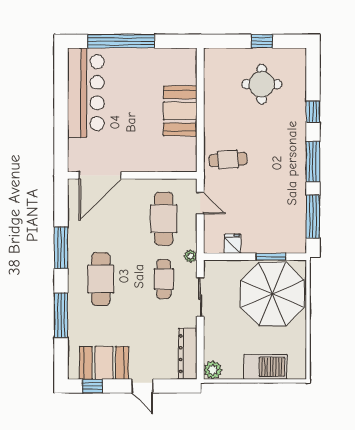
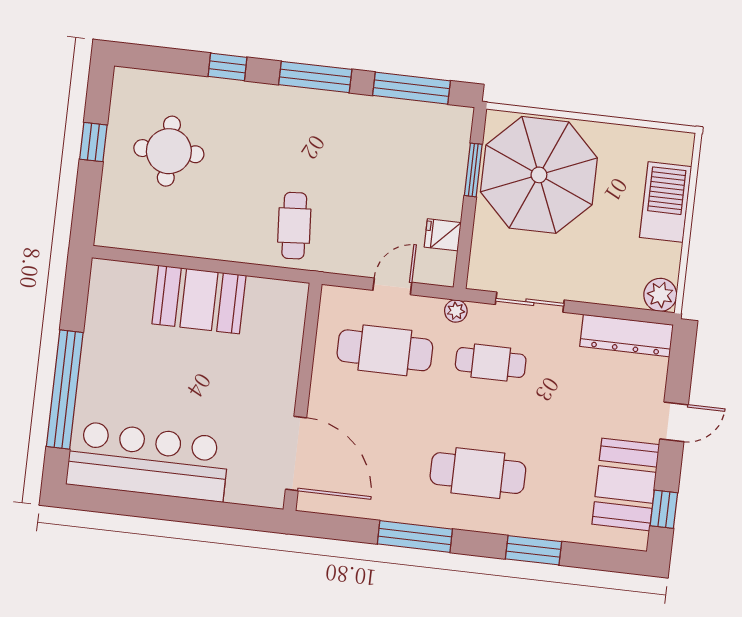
door: (200, 203) -> (392, 286), moved
window: (61, 315) -> (533, 550), width x0.69

